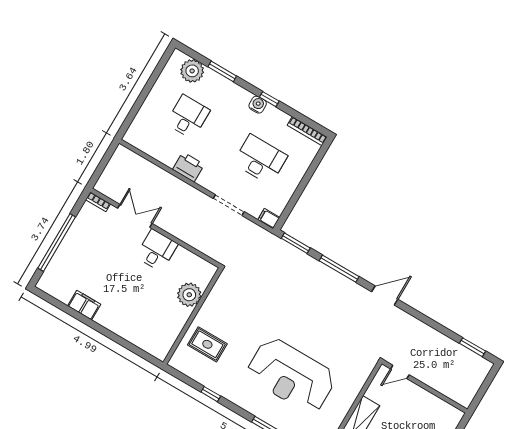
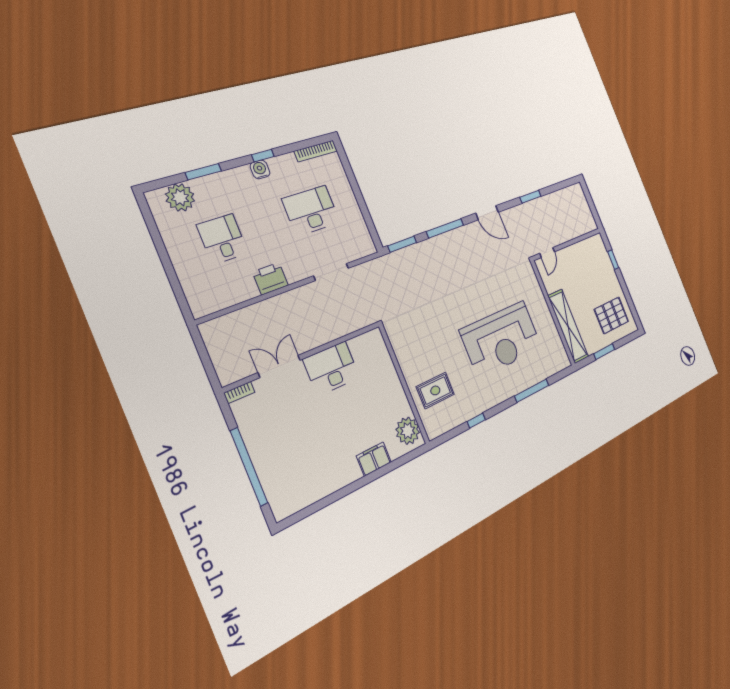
filing cabinet: (269, 219) -> (367, 248), removed
desk: (157, 250) -> (331, 368), width x1.37
plant: (189, 295) -> (408, 431), moved
door: (385, 296) -> (487, 213), swing flipped
filing cabinet: (84, 305) -> (374, 459), moved
window: (472, 347) -> (530, 197), moved

